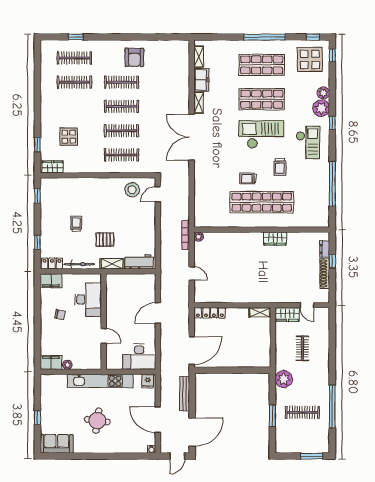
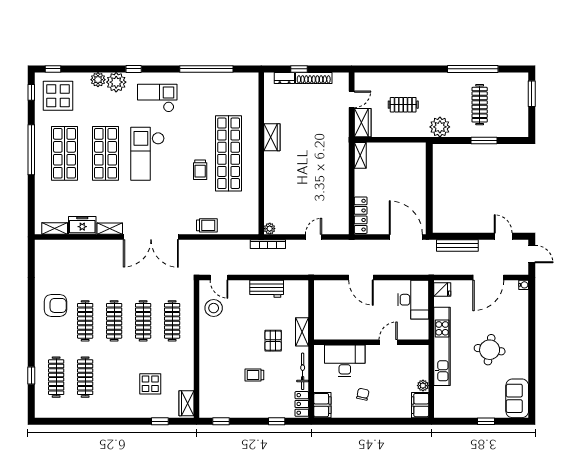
trolley: (280, 167) -> (207, 225), moved
workbench: (139, 262) -> (267, 289), moved, turned -90
door: (192, 432) -> (503, 236), width x0.53

